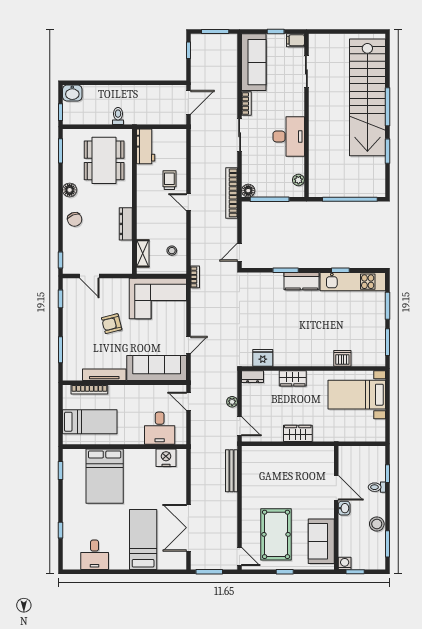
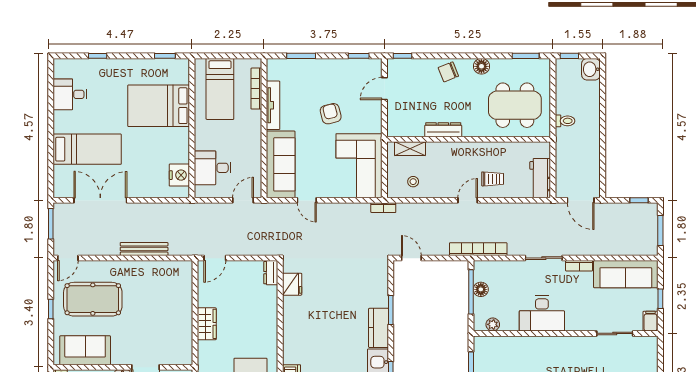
workbench: (146, 146) -> (540, 178), moved, turned 90
floor lamp: (248, 191) -> (481, 289), moved
wardrobe: (293, 378) -> (269, 318), removed
plant: (232, 402) -> (242, 250), removed
bench: (232, 471) -> (144, 249), moved

